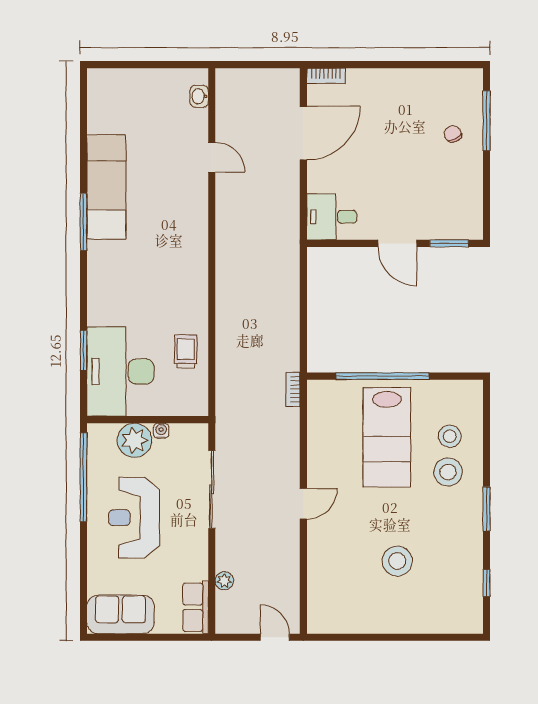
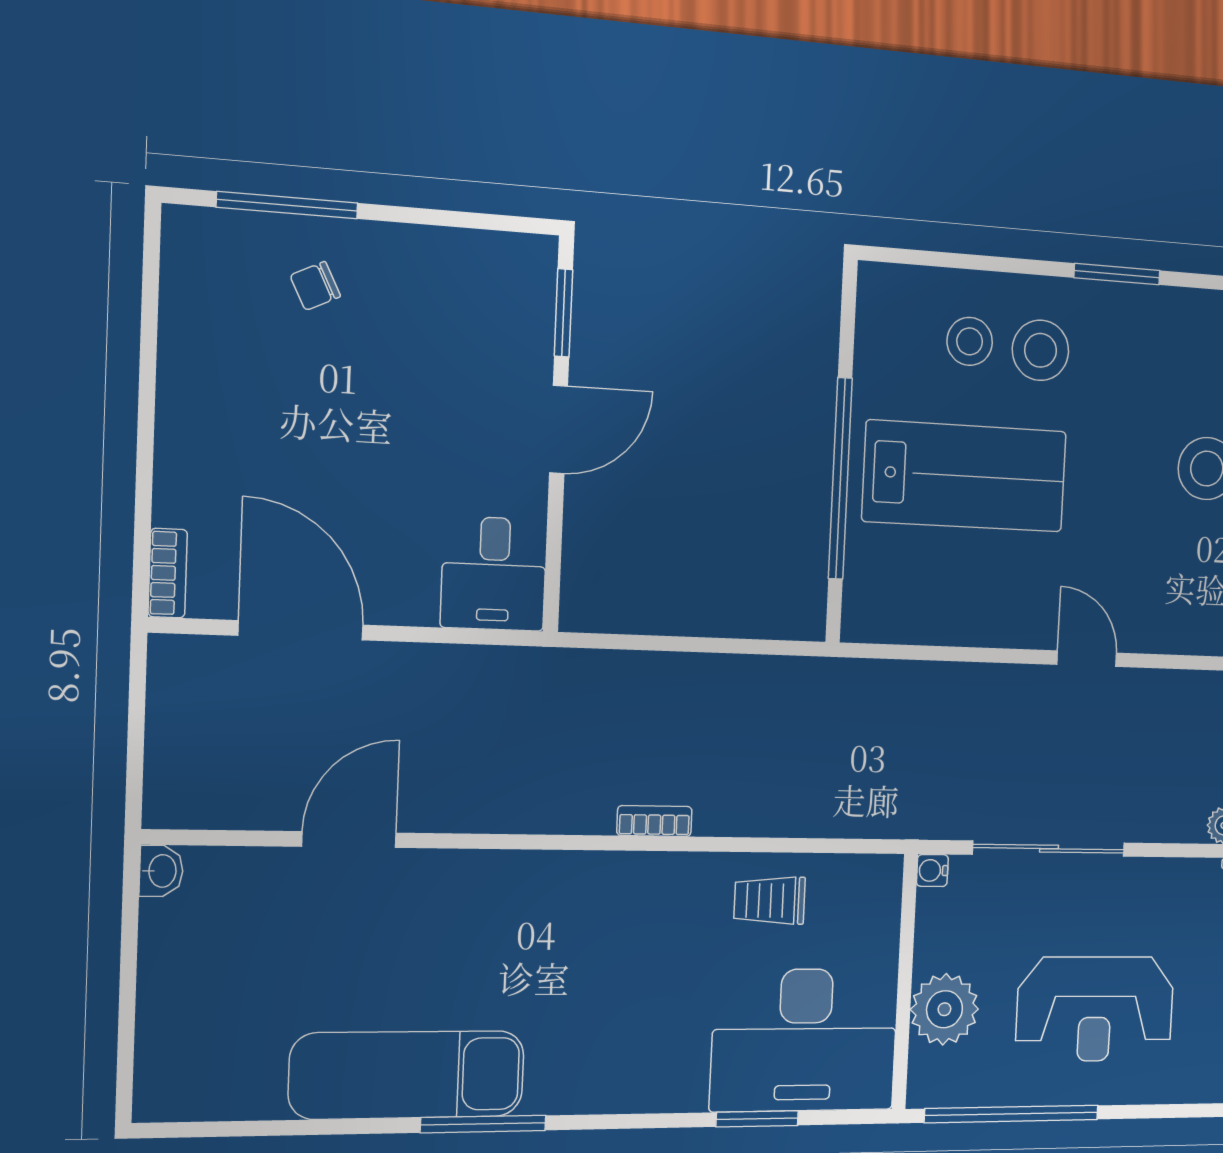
washbasin: (199, 96) -> (161, 871), moved, turned -90
door: (212, 157) -> (349, 840), width x1.38
bookcase: (293, 389) -> (654, 821), moved, turned 180
water cooler: (161, 431) -> (932, 870), moved

